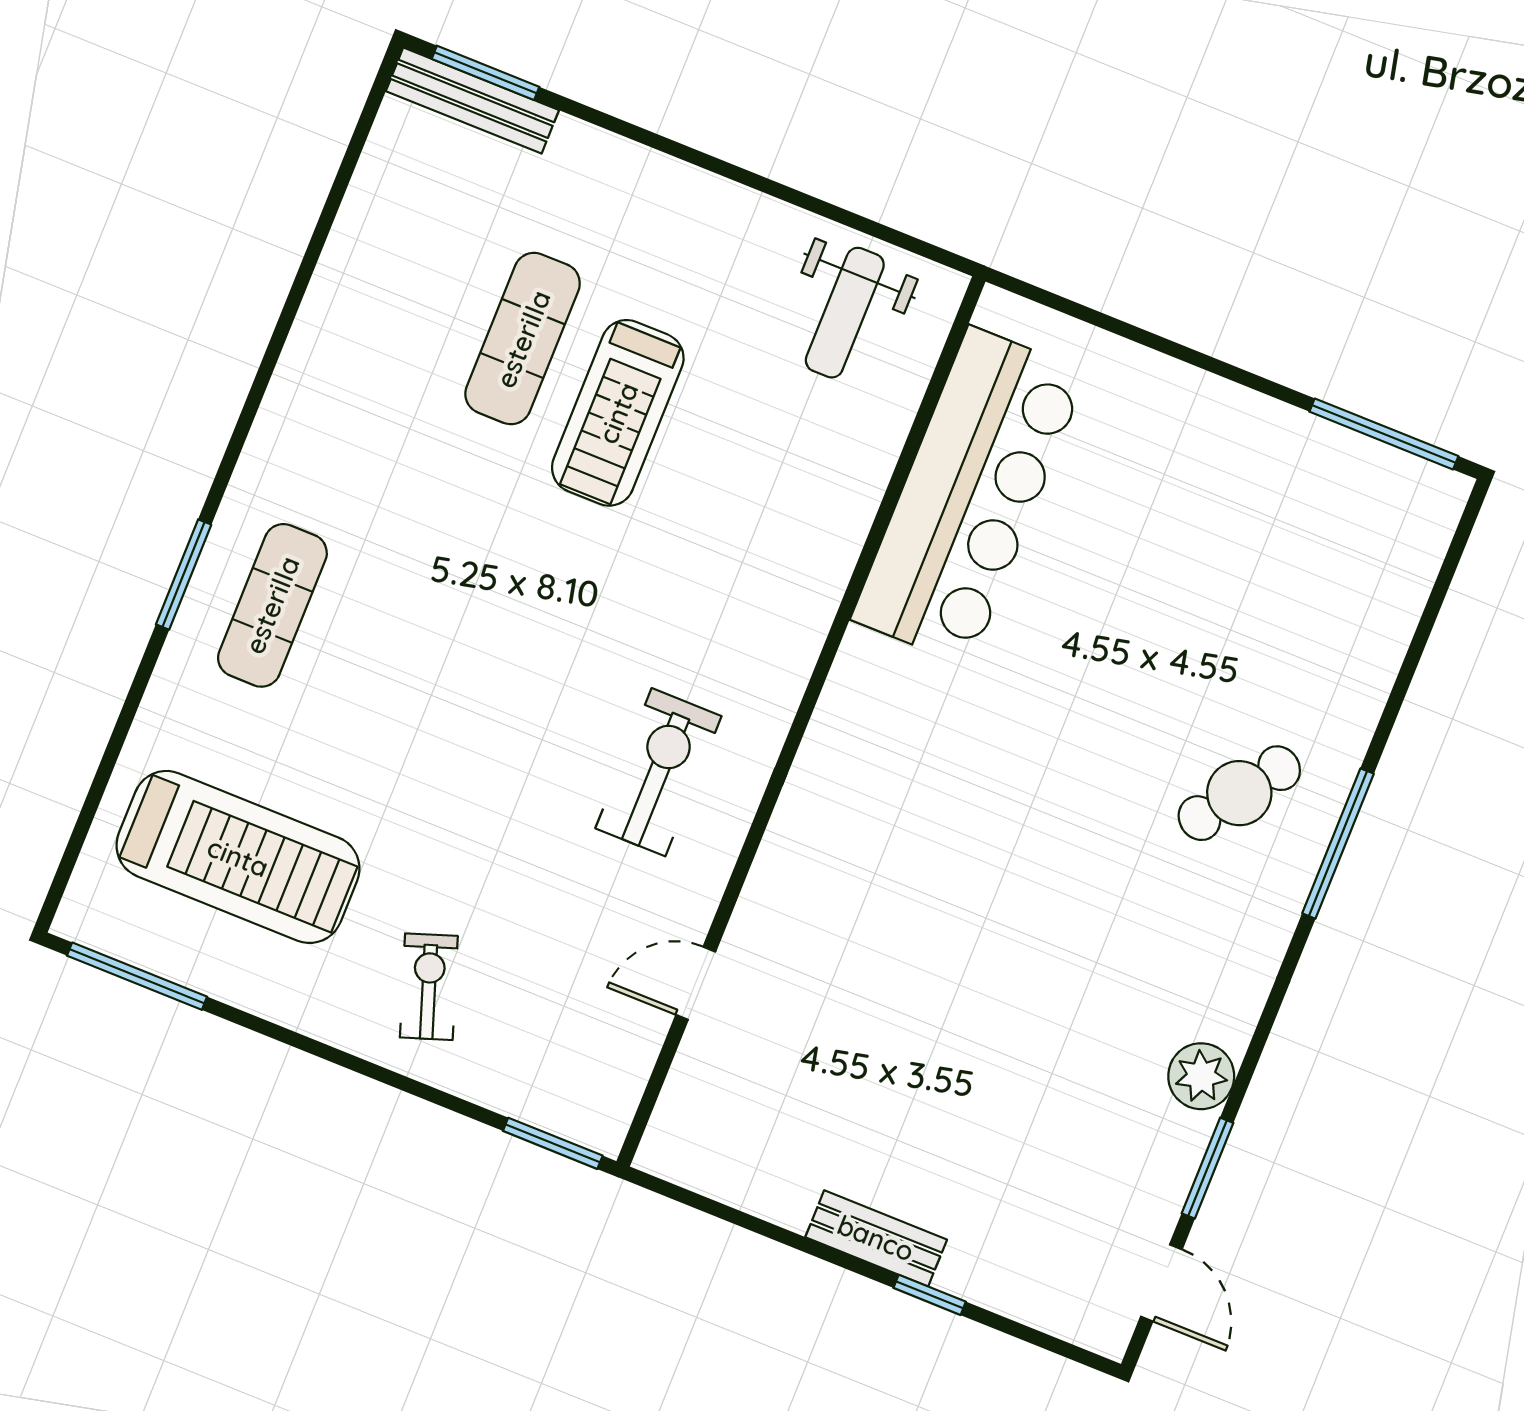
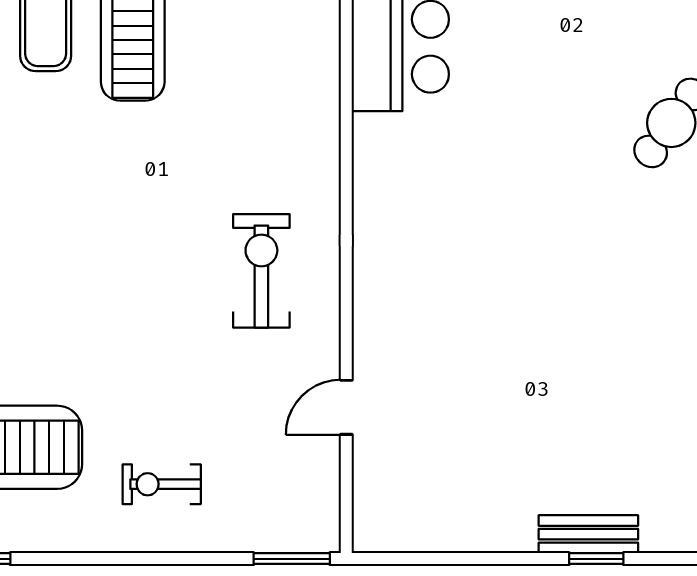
exercise bike: (429, 987) -> (162, 484), turned -71
bench: (876, 1238) -> (588, 534), moved

